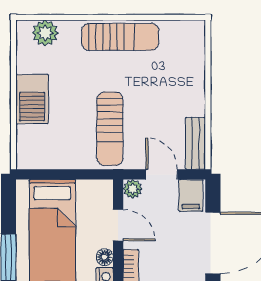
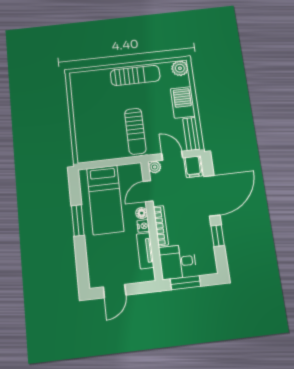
plant: (45, 33) -> (180, 68), moved
barbecue: (32, 99) -> (183, 102), moved, turned 180
door: (118, 225) -> (148, 191), swing flipped

